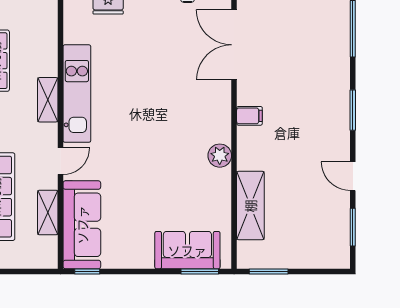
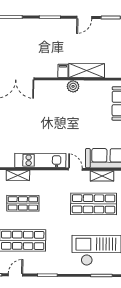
shelving: (48, 100) -> (18, 175), moved
filing cabinet: (249, 116) -> (63, 71), moved
shelving: (250, 206) -> (87, 71), moved

